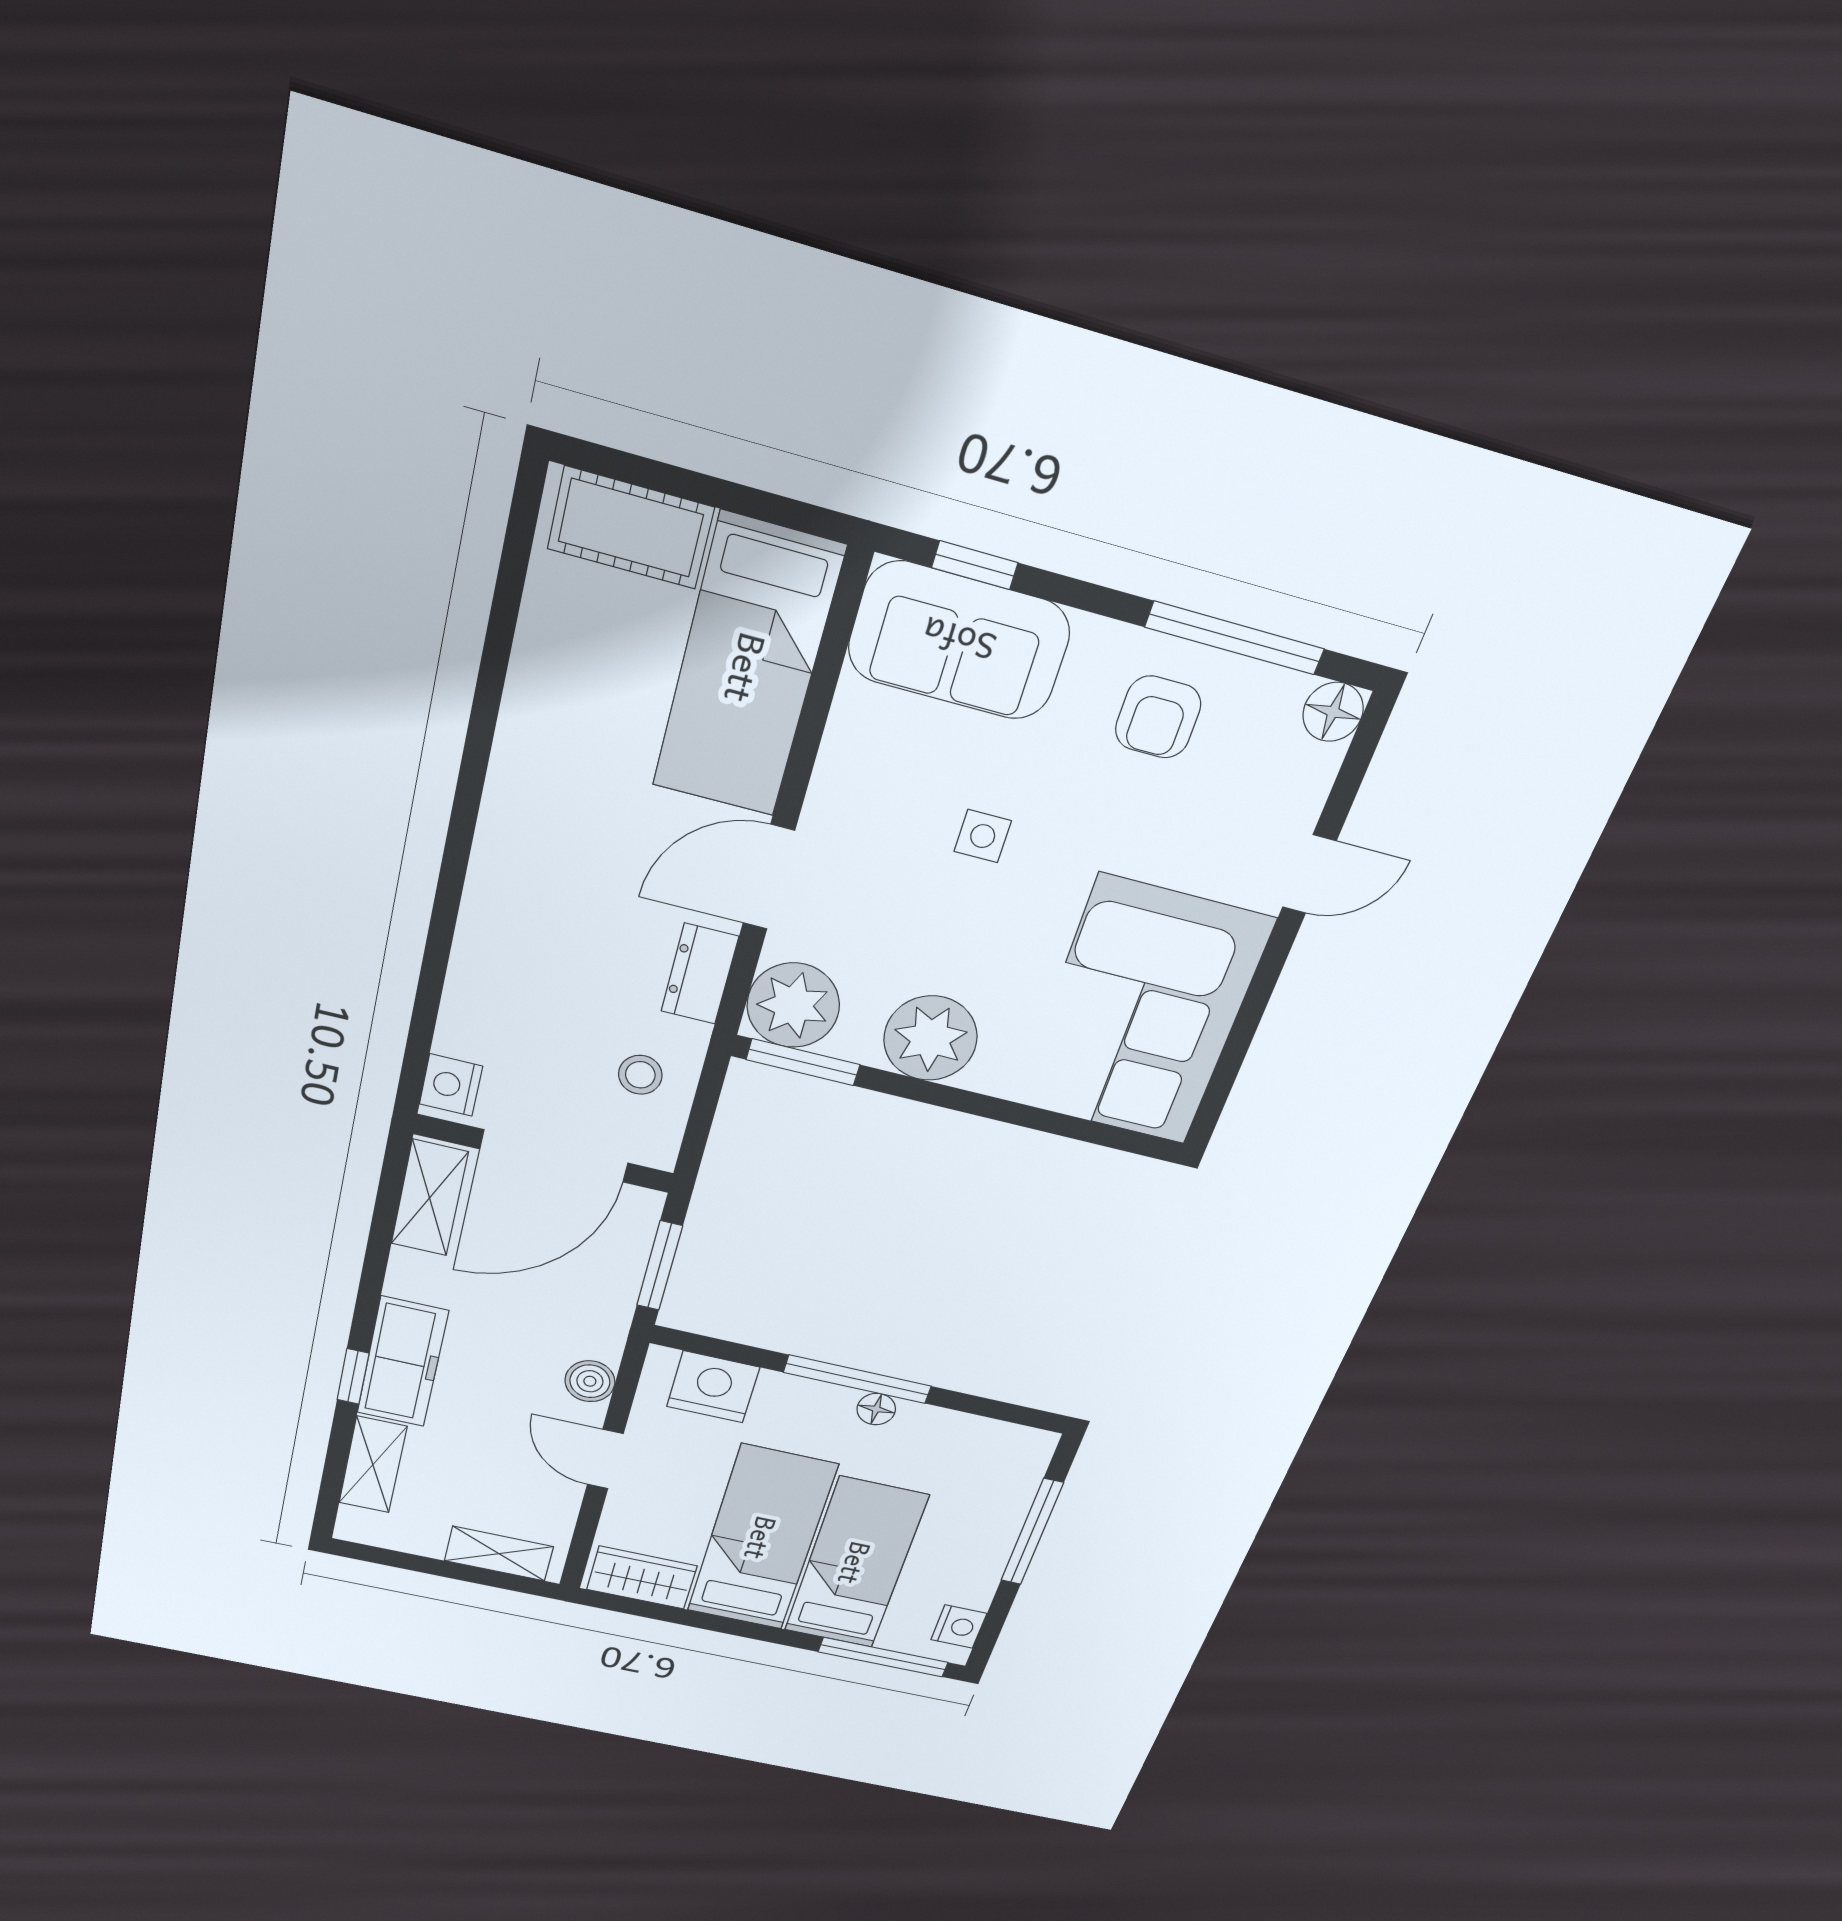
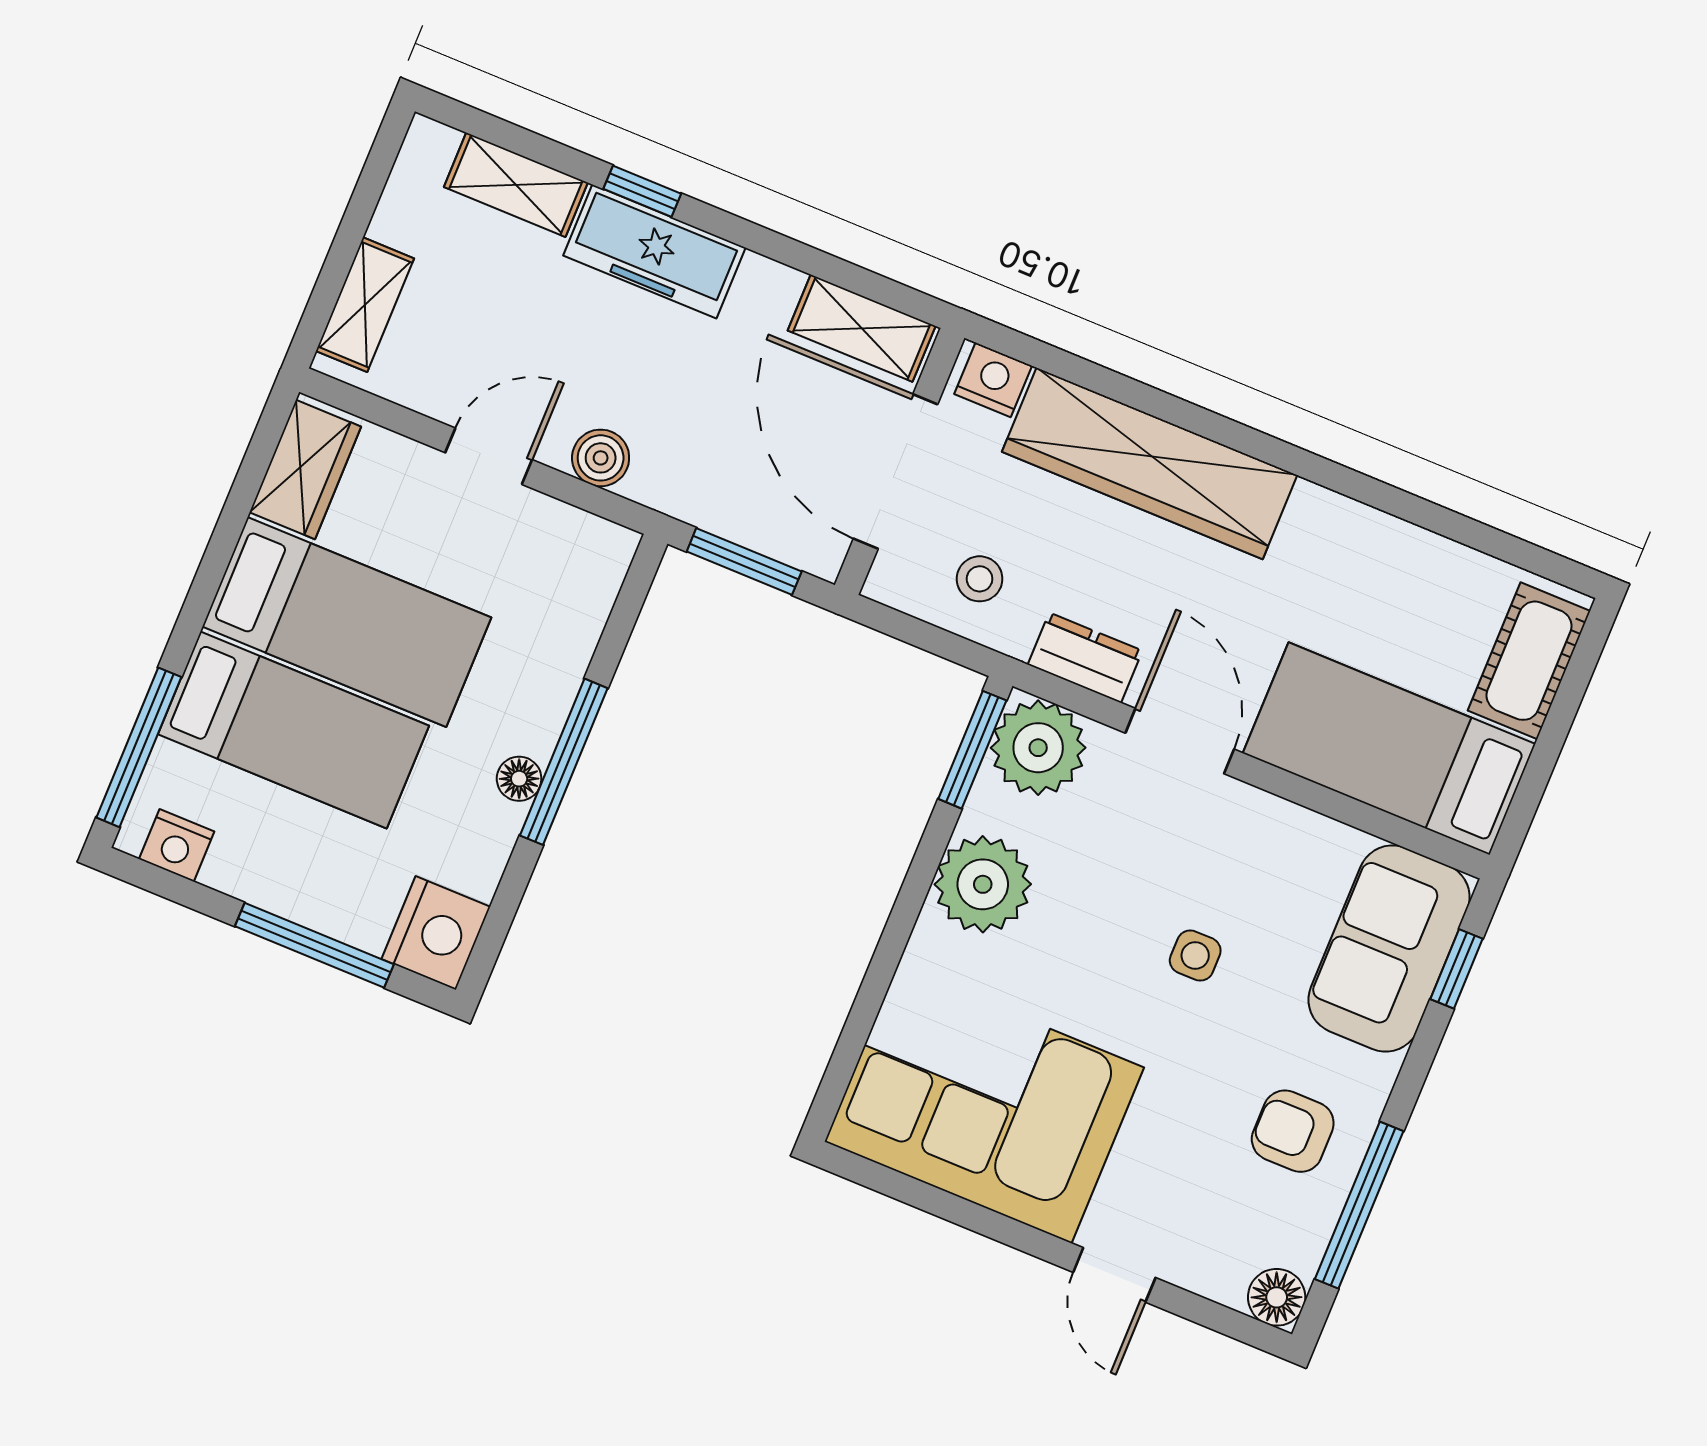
wardrobe: (500, 938) -> (1150, 463), added
nightstand: (713, 1387) -> (436, 933), moved

